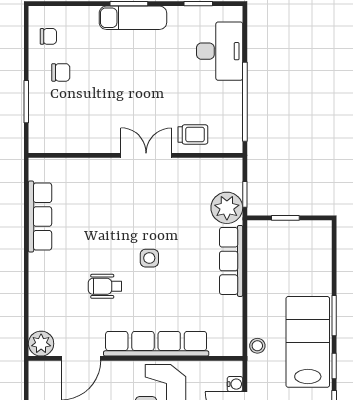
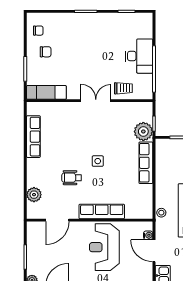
exam couch: (133, 18) -> (46, 92), moved, turned 180
desk: (220, 51) -> (139, 56), moved
plant: (41, 344) -> (34, 195), moved
row of seats: (156, 344) -> (102, 211), width x0.73

